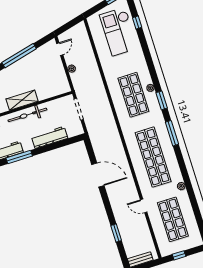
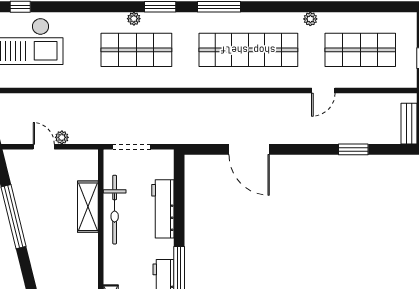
door: (60, 49) -> (44, 147), moved
shelving: (22, 100) -> (88, 207), moved
bicycle: (27, 115) -> (115, 210), moved
door: (98, 175) -> (249, 149), swing flipped

